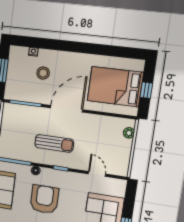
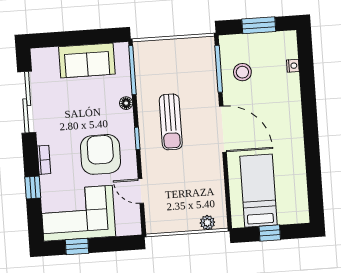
stool: (43, 73) -> (242, 72), moved
bed: (115, 87) -> (258, 191), width x0.67
door: (97, 174) -> (141, 191), swing flipped
armchair: (44, 199) -> (100, 154), moved, turned -90

